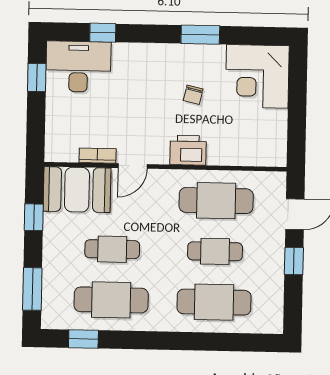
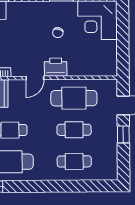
door: (133, 166) -> (35, 78), moved
cafe table: (214, 302) -> (74, 161), width x0.73, depth x0.74

